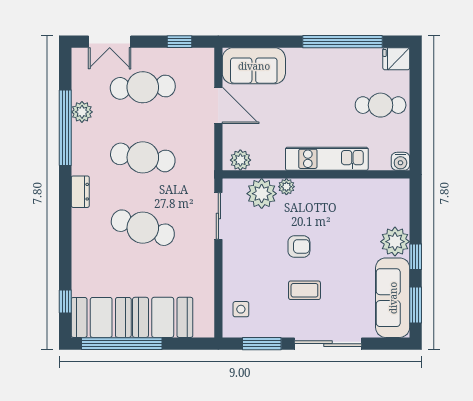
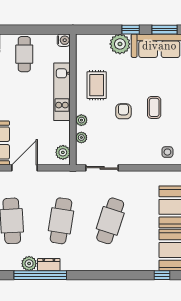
dresser: (80, 192) -> (49, 265), moved
plant: (262, 194) -> (81, 137), width x0.53, depth x0.53
rug: (336, 208) -> (97, 85), added

